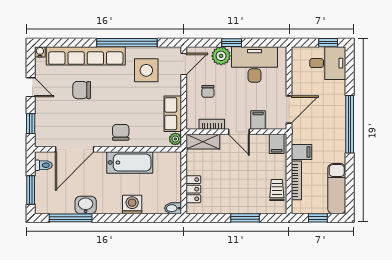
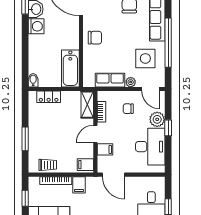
plant: (175, 139) -> (131, 82), moved
bathtub: (130, 163) -> (70, 68), moved
washing machine: (132, 205) -> (36, 26), moved

